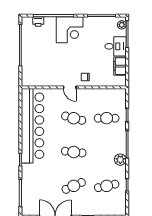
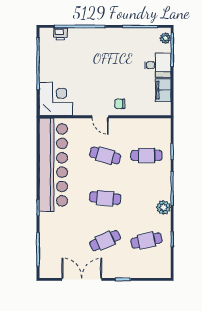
corner desk: (70, 30) -> (56, 99), moved, turned -90

